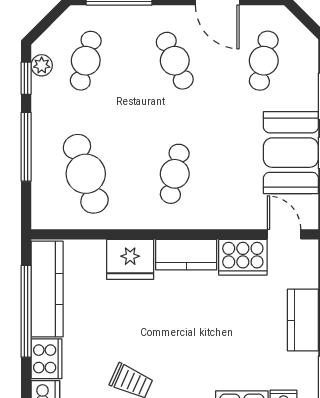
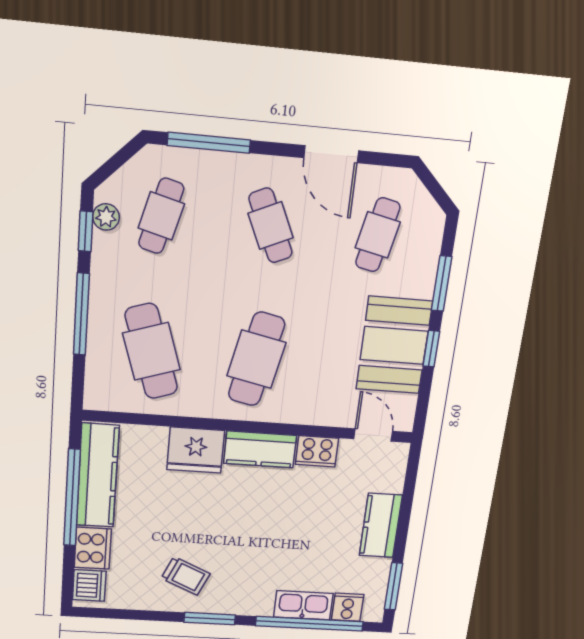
cafe table: (175, 174) -> (256, 359), width x1.37, depth x1.35
cooker: (243, 257) -> (317, 451), width x0.73, depth x0.76

